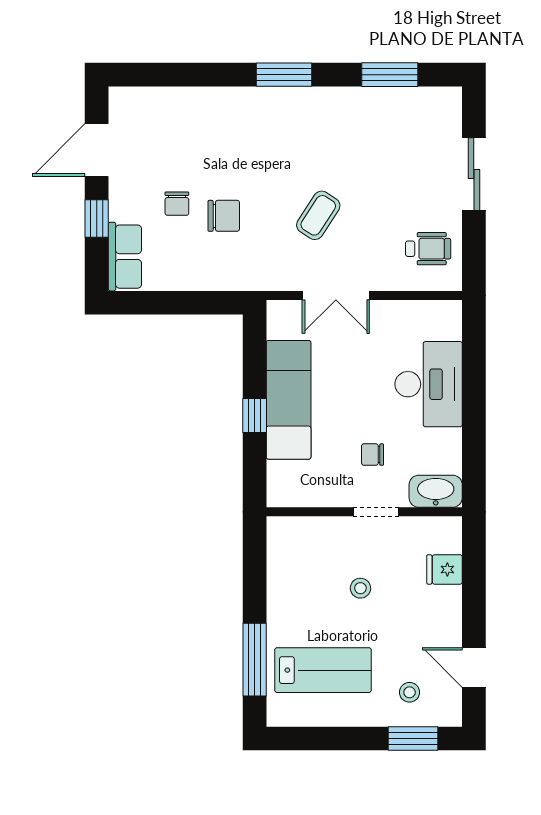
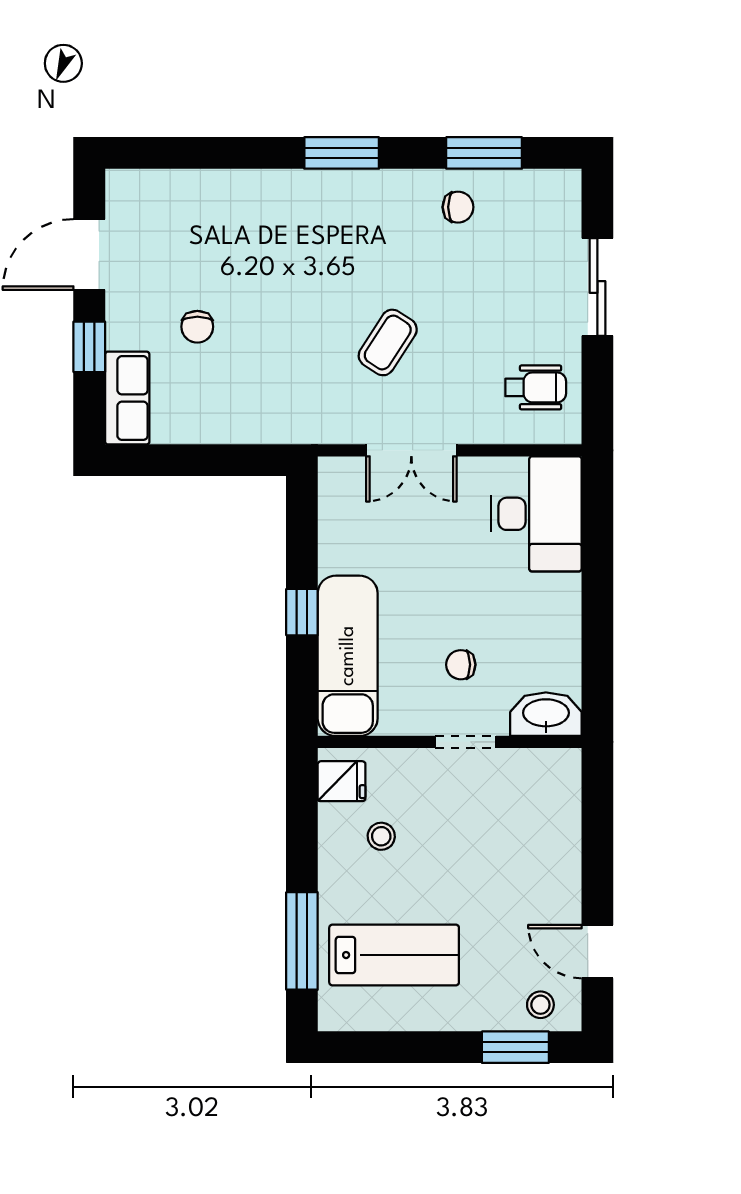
chair: (224, 216) -> (458, 207), moved, width x0.73, depth x0.73
desk: (429, 384) -> (536, 514), moved
exam couch: (289, 400) -> (348, 656), moved
fridge: (445, 569) -> (342, 781), moved, turned 180
stool: (360, 588) -> (381, 836), moved
stool: (410, 692) -> (540, 1005), moved

